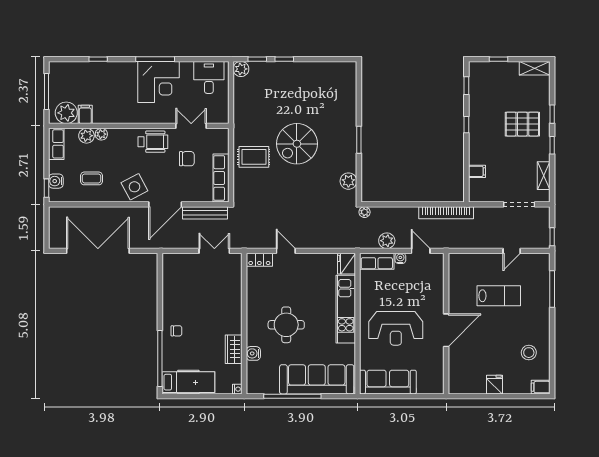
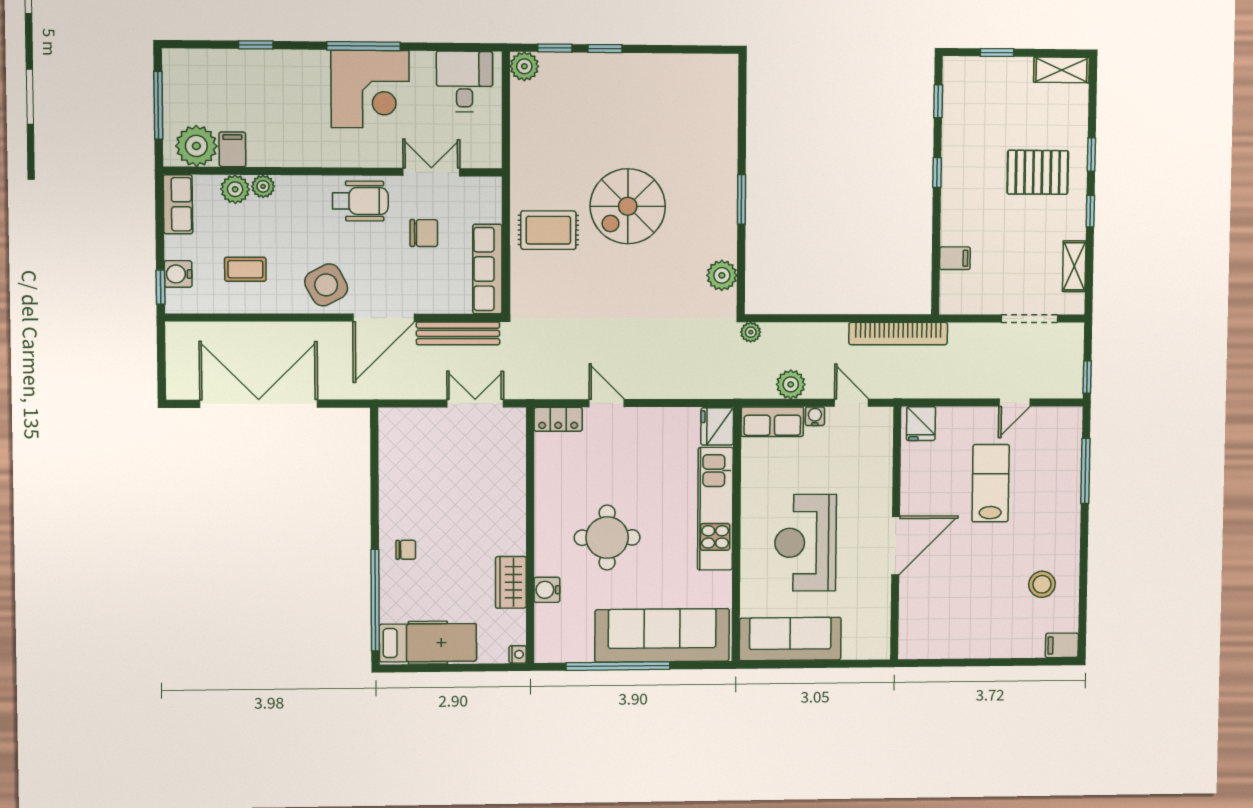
lab bench: (499, 296) -> (991, 483), turned -90
reception desk: (396, 328) -> (806, 543), turned 90
fridge: (494, 385) -> (921, 424), moved, turned 180

